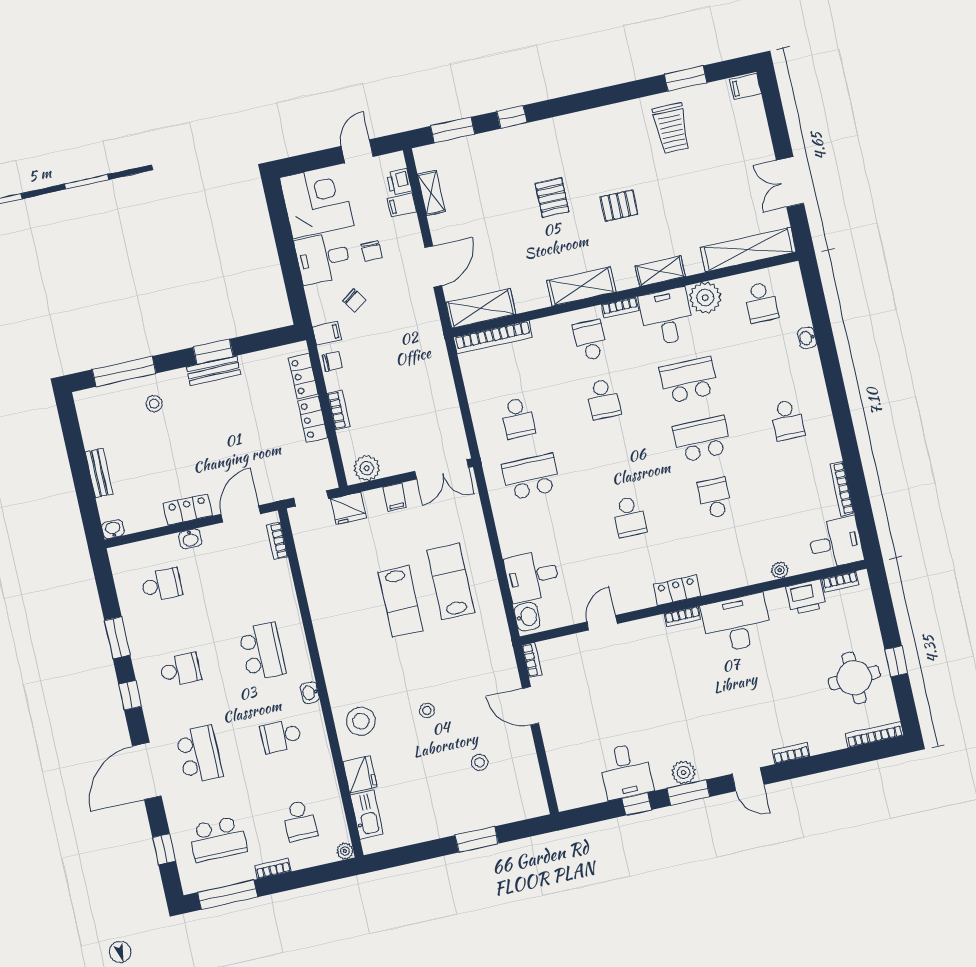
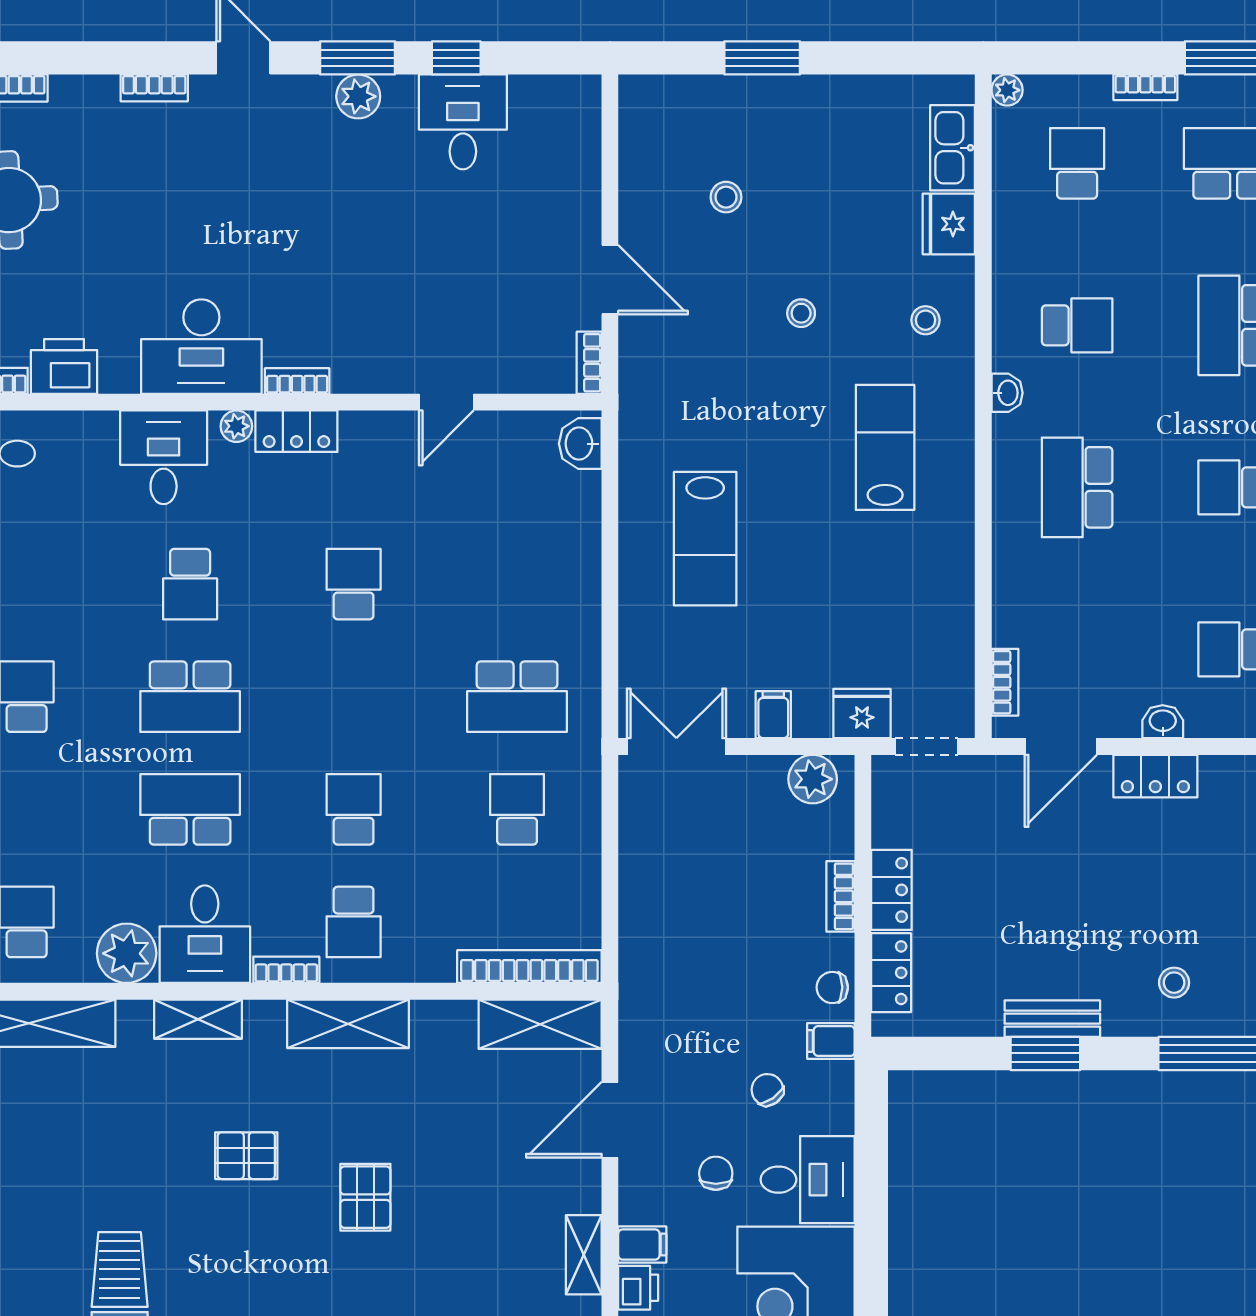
school desk: (689, 380) -> (190, 809), turned 180
plant: (780, 570) -> (236, 426), moved
desk: (532, 576) -> (164, 457), moved, turned -90
lab bench: (401, 601) -> (885, 447), moved
stool: (361, 721) -> (926, 320), width x0.53, depth x0.53

